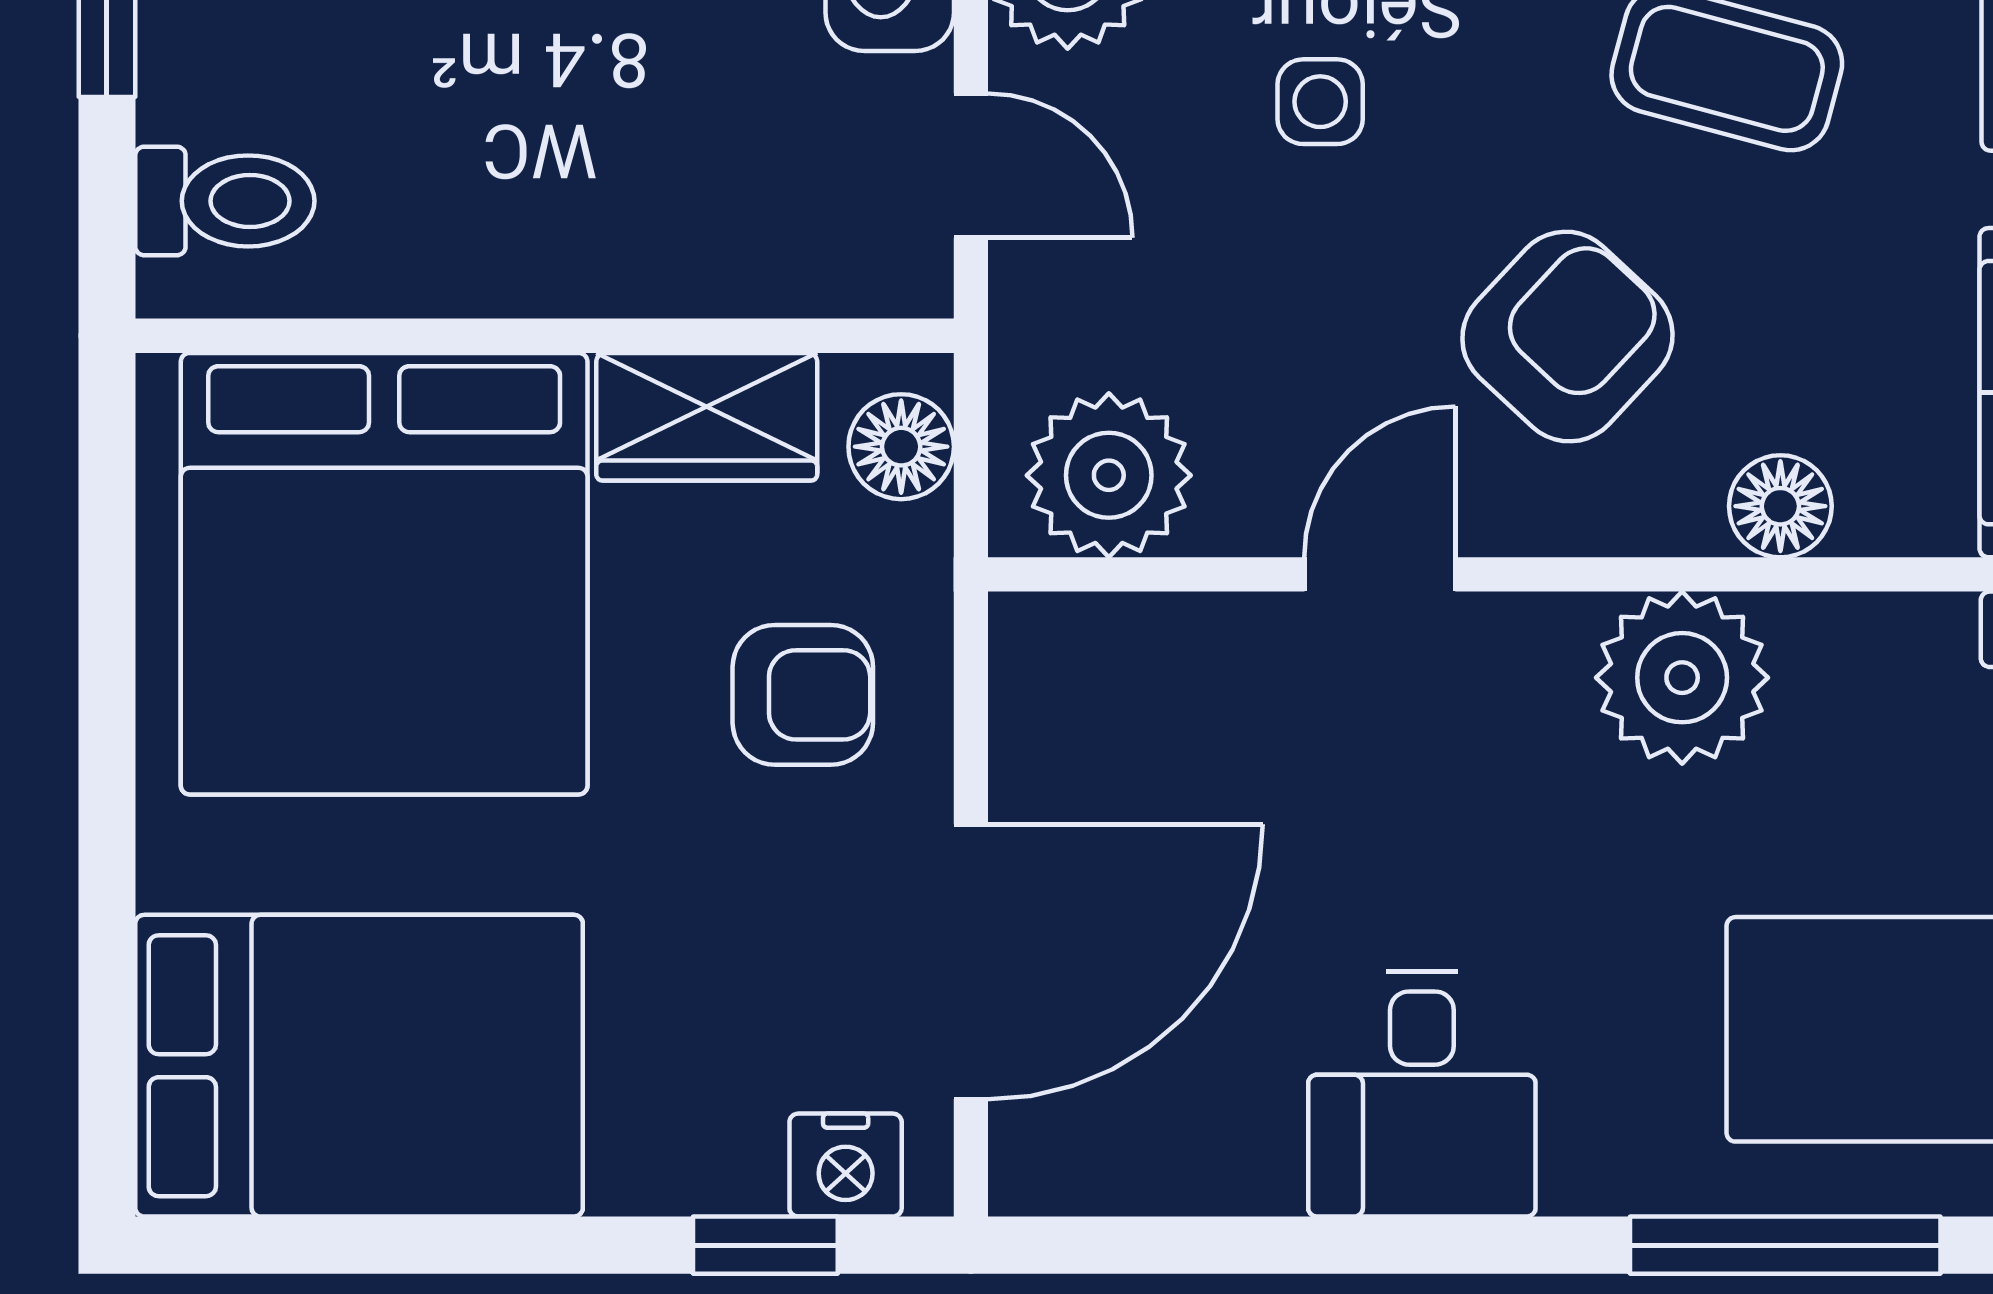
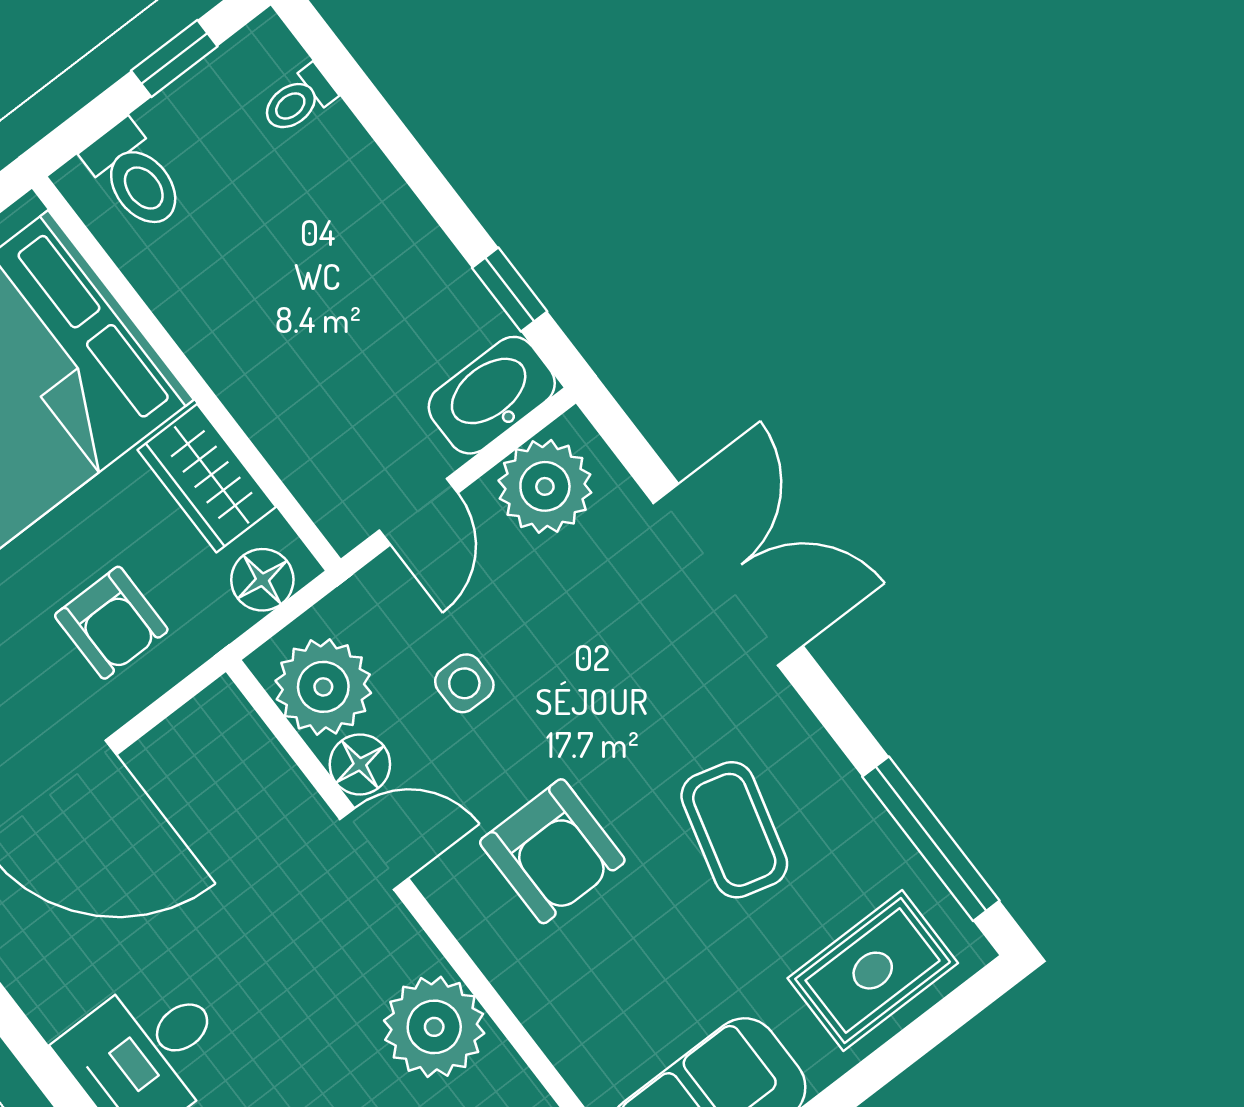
side table: (1320, 102) -> (464, 683), moved
armchair: (1567, 337) -> (552, 851), turned 47
floor lamp: (1780, 506) -> (360, 764), moved

